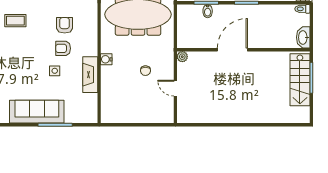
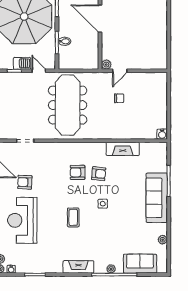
armchair: (63, 48) -> (99, 174), turned -84
water cooler: (106, 59) -> (162, 134), moved
side table: (55, 71) -> (103, 204), moved
door: (175, 88) -> (120, 71), moved

